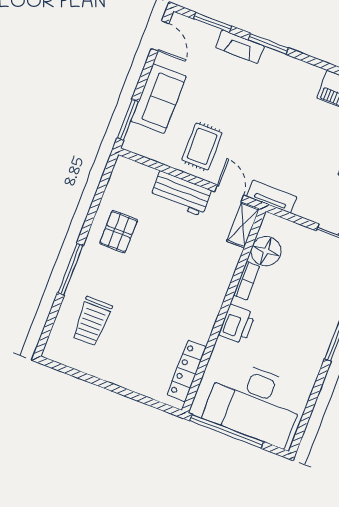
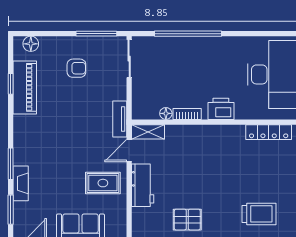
floor lamp: (266, 251) -> (166, 113), width x0.53, depth x0.53

